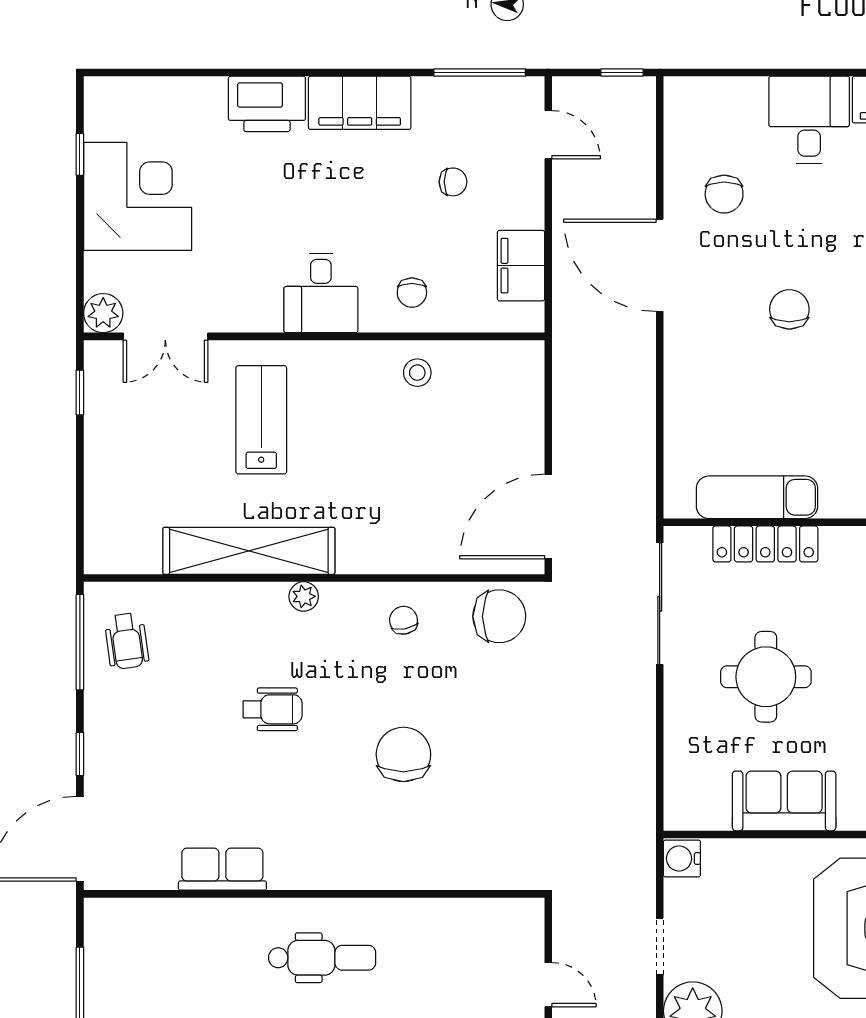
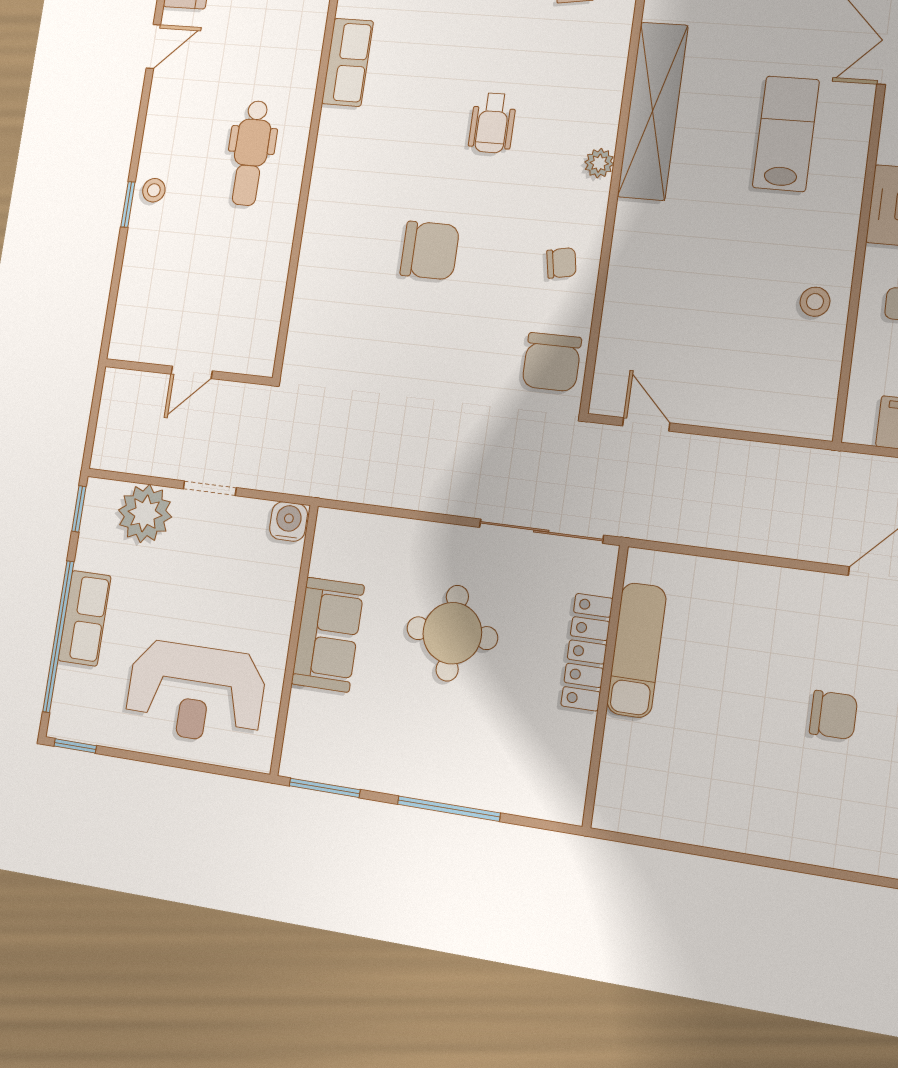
lab bench: (261, 420) -> (786, 134), turned -90
door: (548, 516) -> (646, 424), width x0.53

